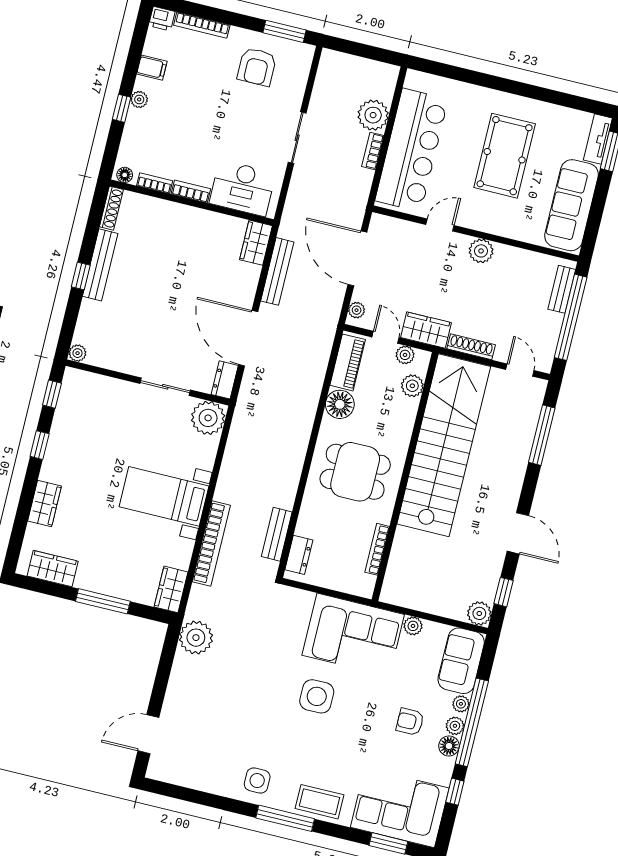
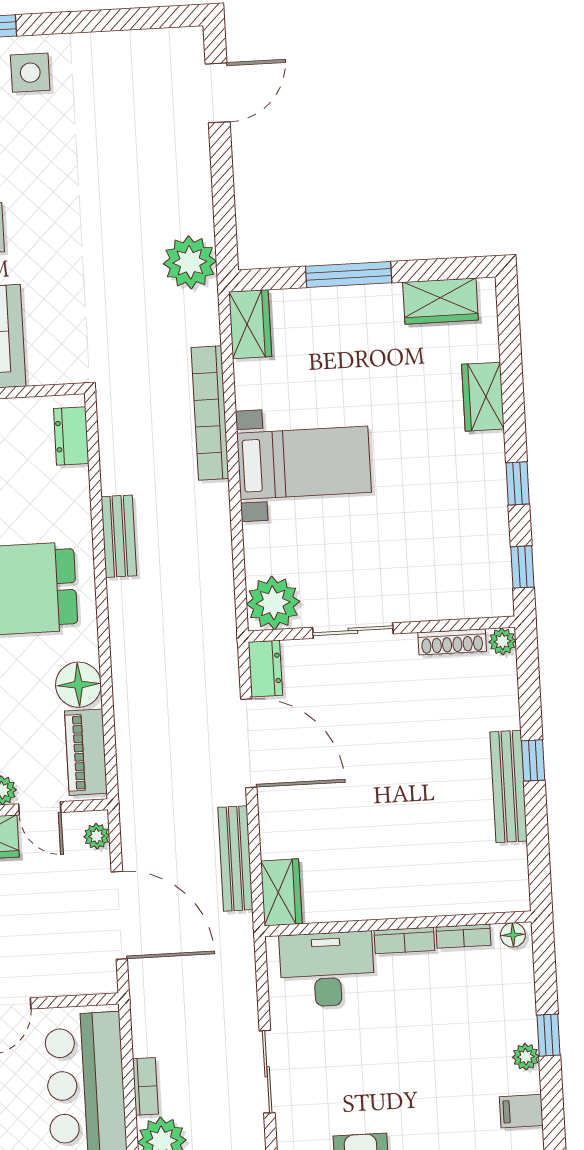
shoe rack: (111, 208) -> (452, 642), moved, turned -90
bench: (277, 534) -> (119, 536), moved

